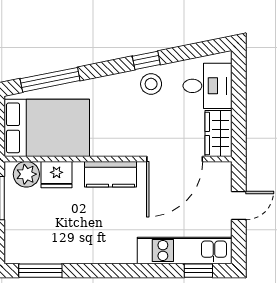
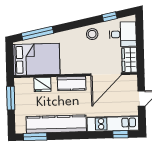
window: (146, 60) -> (110, 17), moved
plant: (26, 174) -> (26, 85), removed
kitchen counter: (80, 248) -> (56, 124), added

